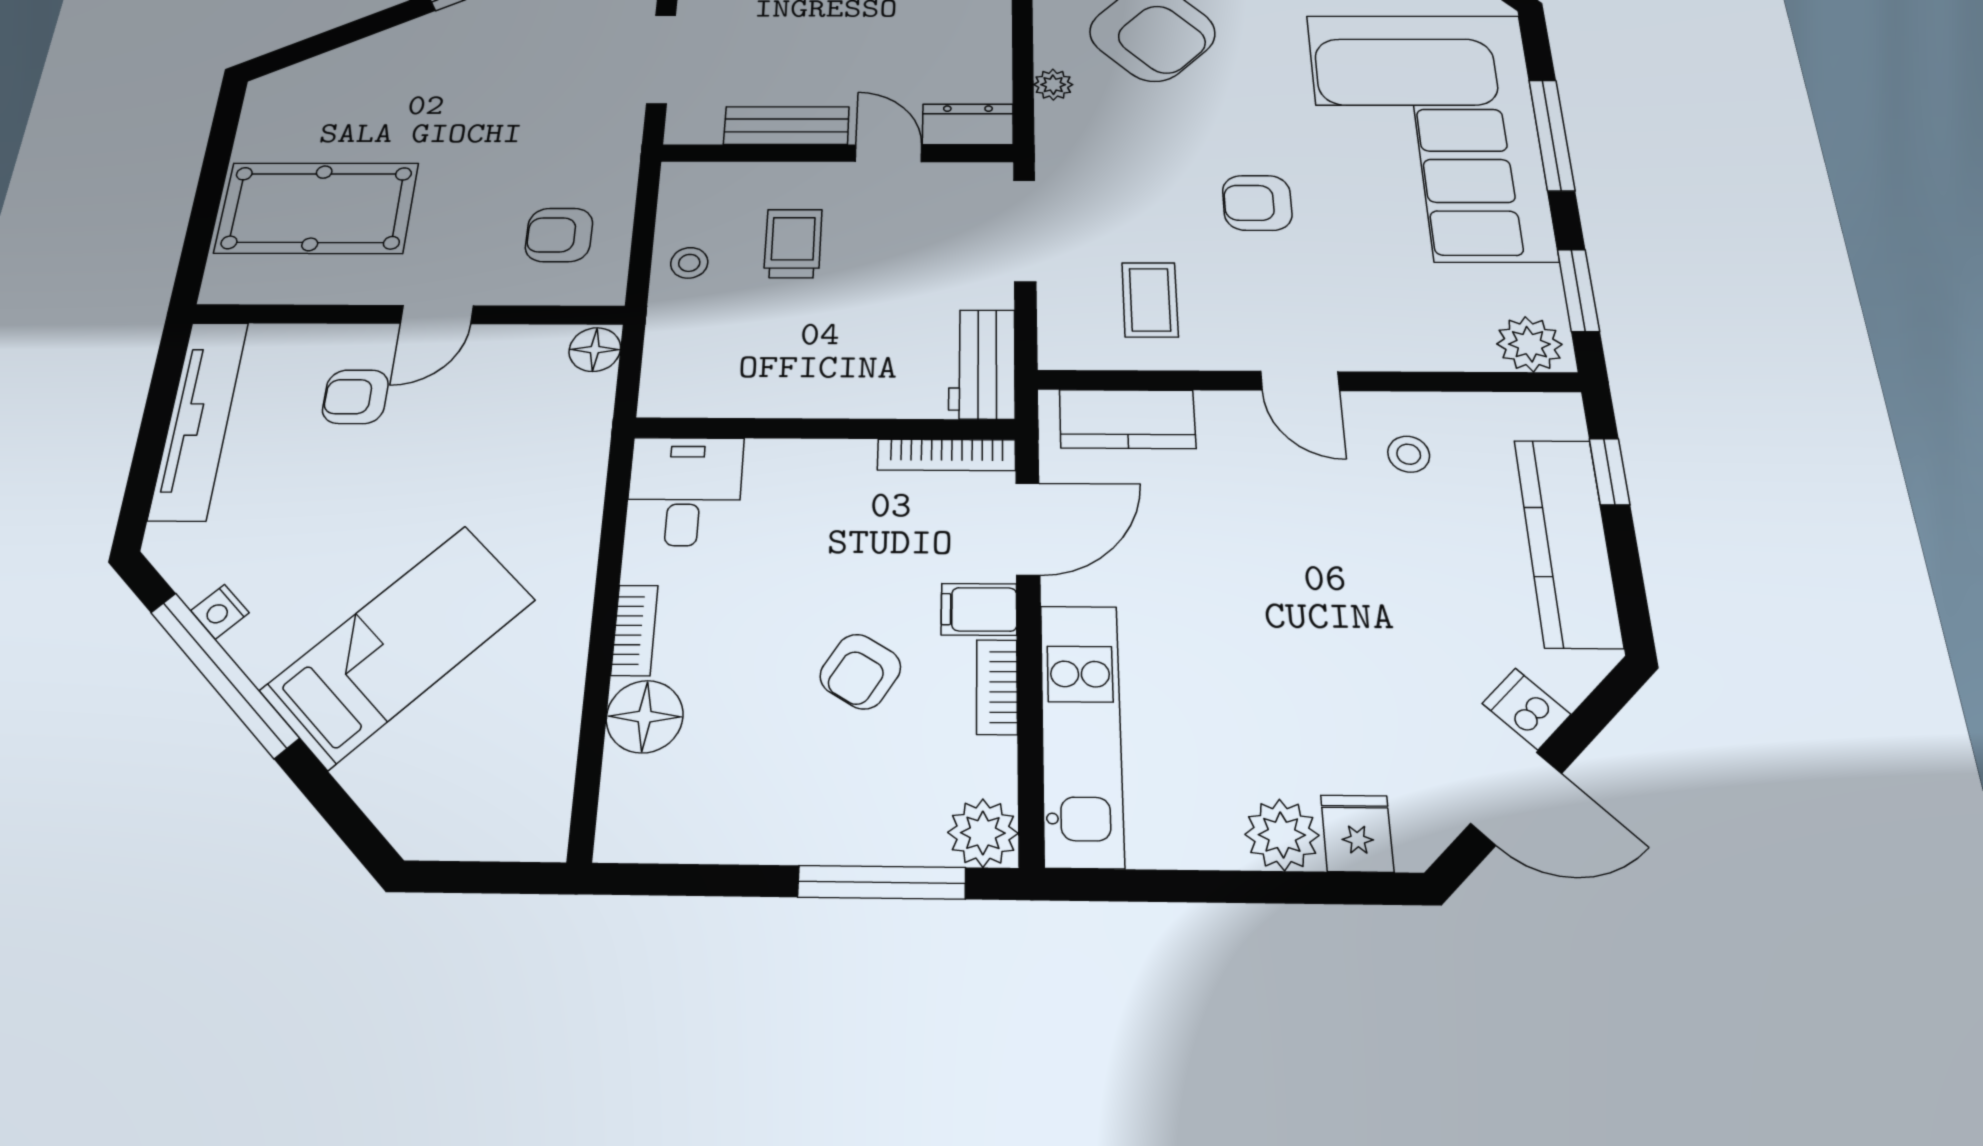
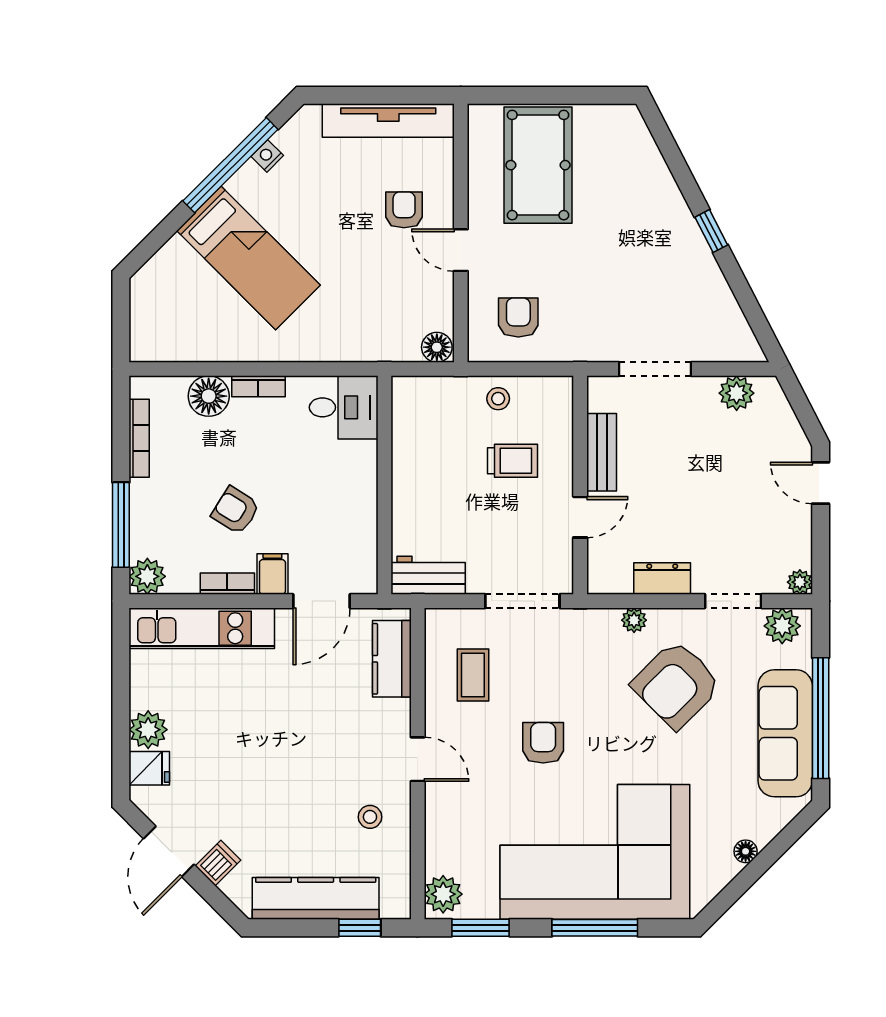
dresser: (968, 124) -> (662, 579), moved, turned -90
coffee table: (1150, 300) -> (473, 675), turned 90
door: (1300, 381) -> (418, 759), swing flipped
bookcase: (947, 455) -> (139, 438), moved, turned 180
door: (1028, 529) -> (321, 601), hinge flipped

